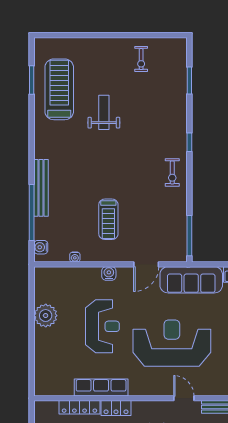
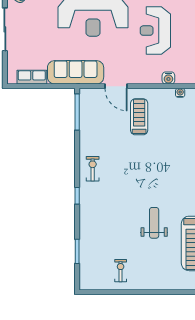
weight bench: (104, 112) -> (154, 223), turned 180
treadmill: (108, 219) -> (139, 117), moved
door: (146, 264) -> (116, 86), swing flipped
water cooler: (109, 273) -> (168, 78), moved

